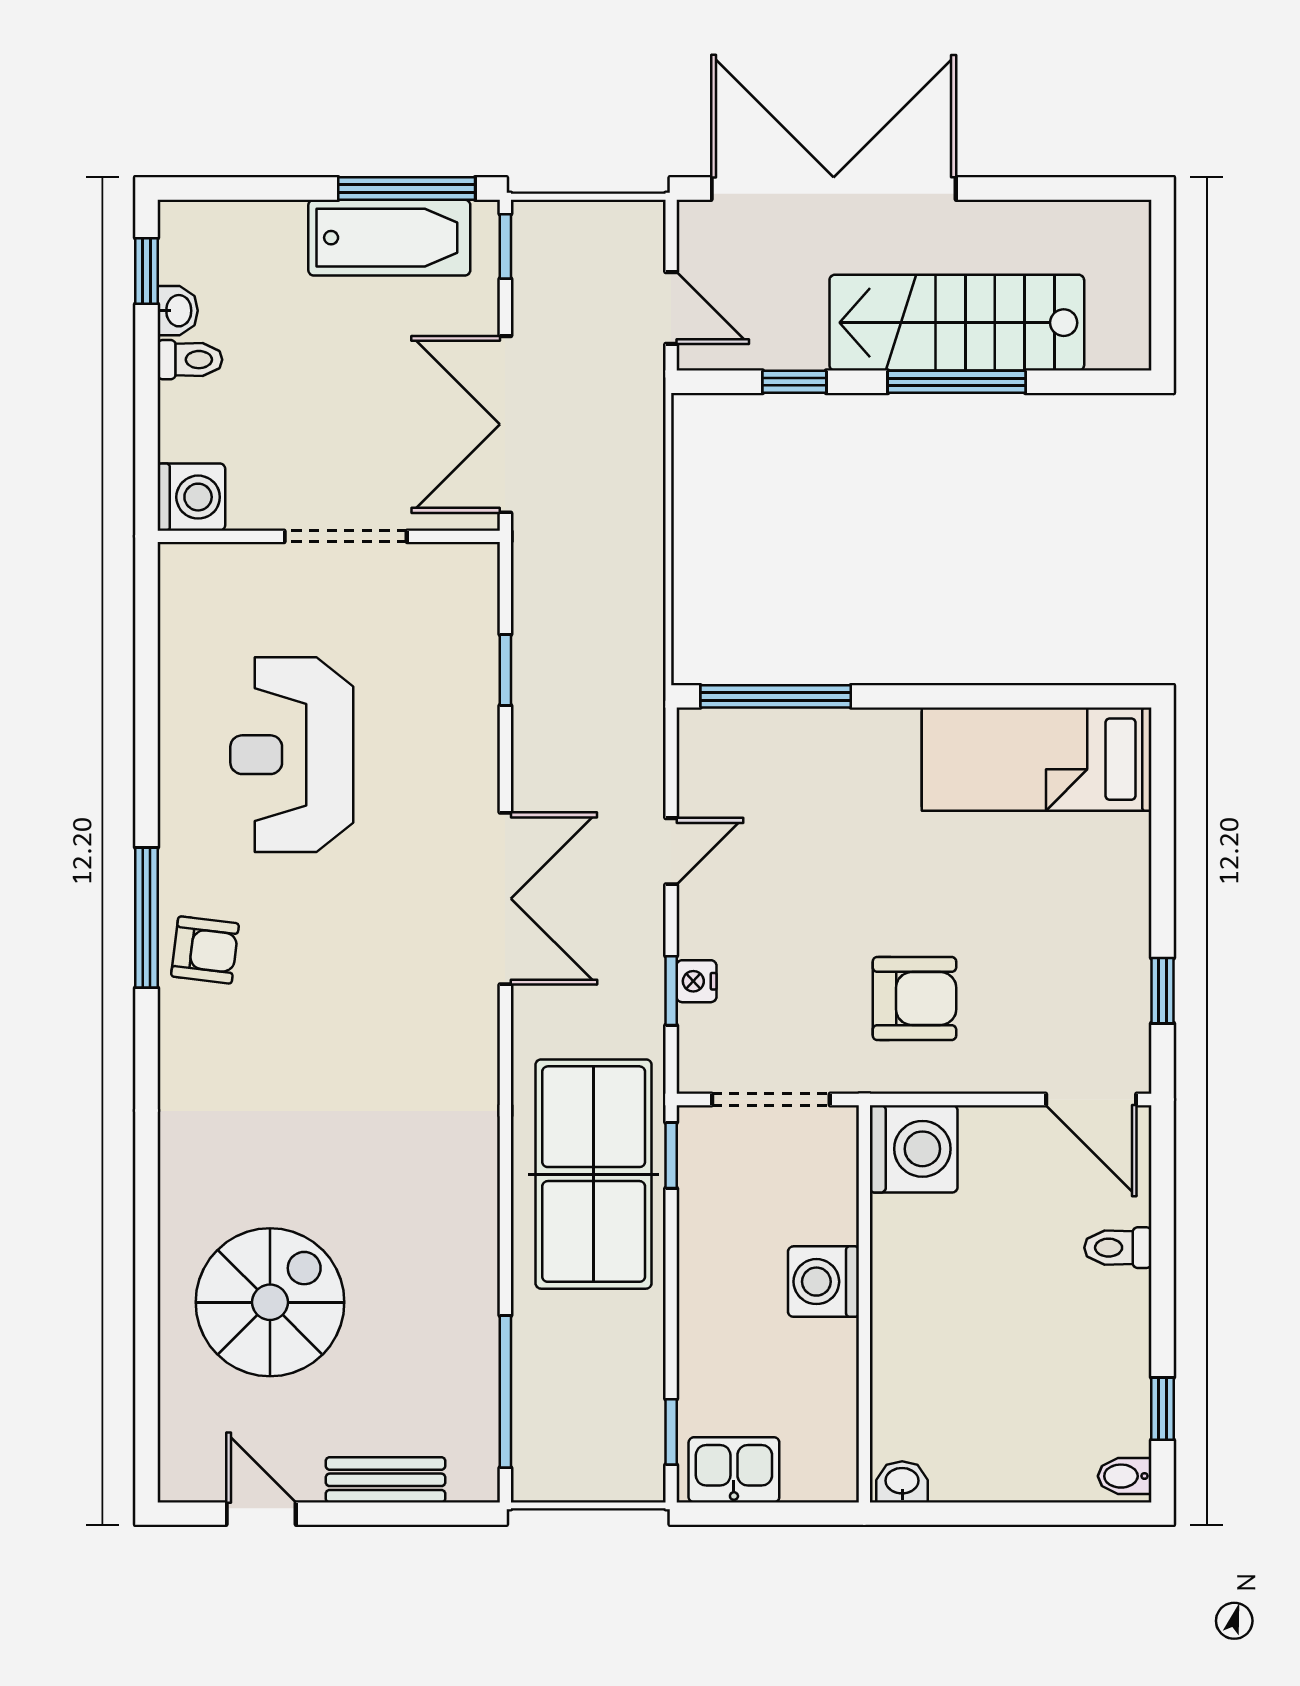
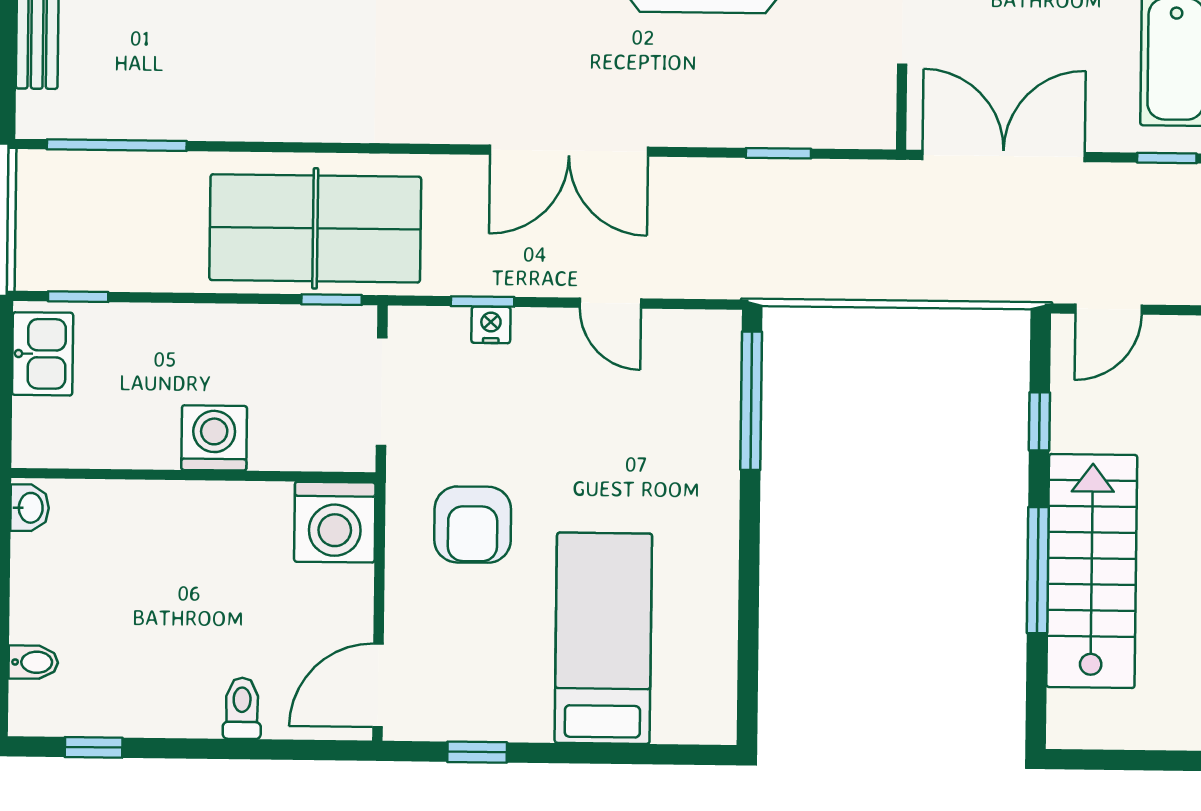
bed: (1037, 759) -> (603, 638), moved
bidet: (1125, 1476) -> (33, 662), moved, turned 90

